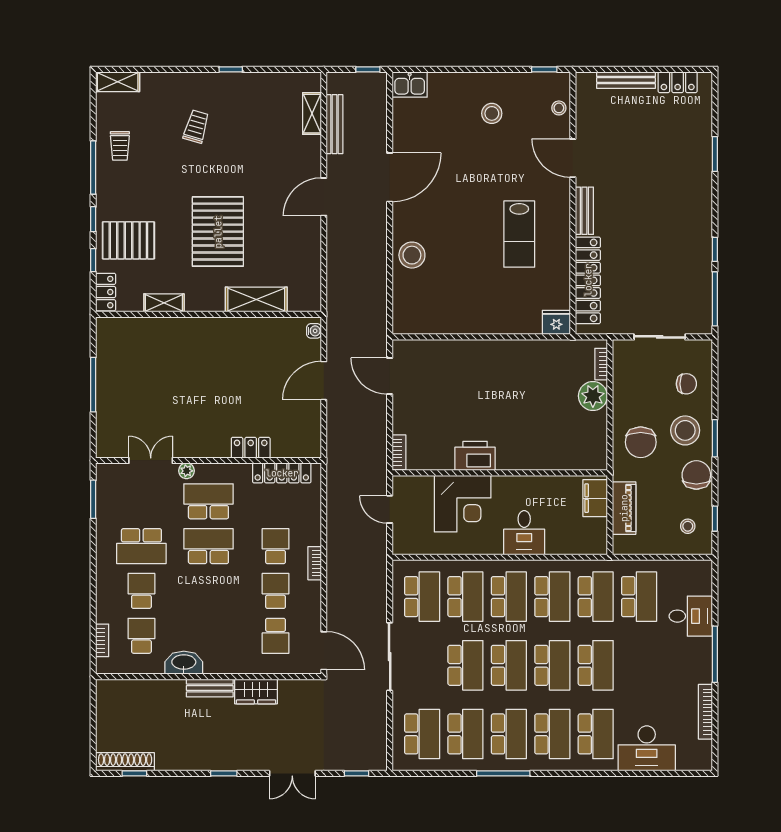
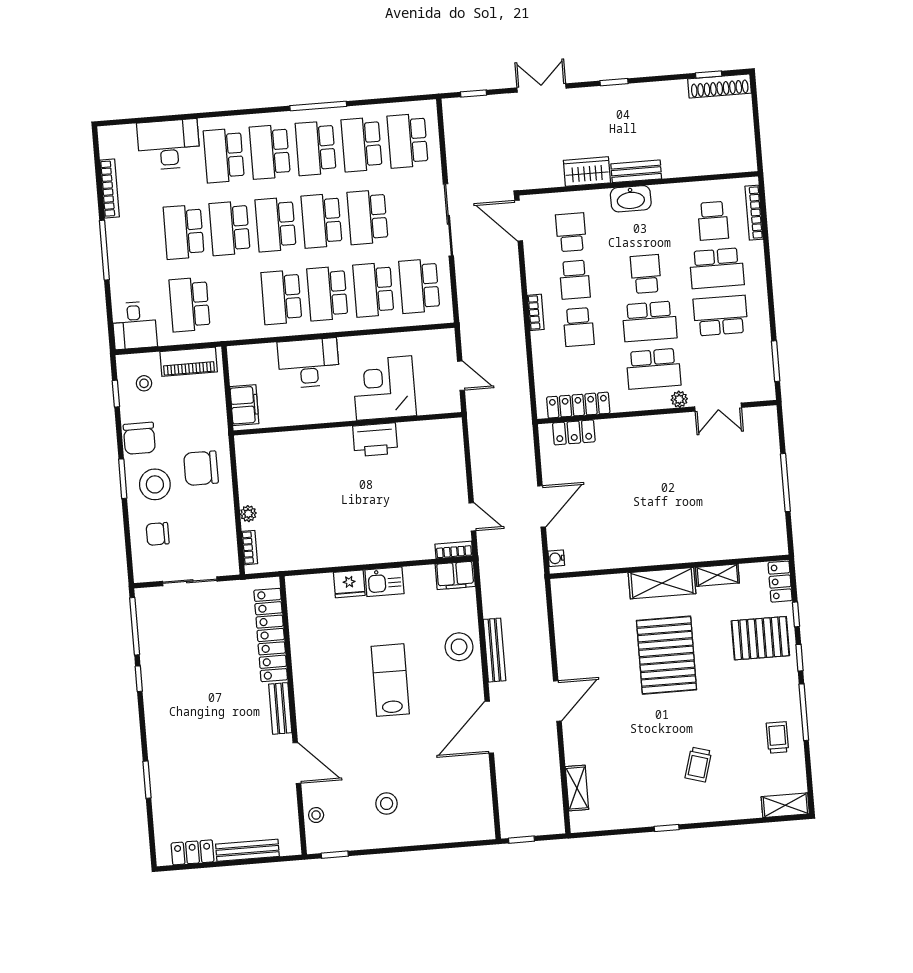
kitchen sink: (410, 85) -> (384, 582), moved, turned 180
bench: (334, 124) -> (494, 650), moved
lab bench: (519, 234) -> (390, 680), moved
shelving: (256, 299) -> (662, 583), moved
filing cabinet: (410, 322) -> (455, 575), added
fridge: (556, 322) -> (349, 584), moved
door: (390, 376) -> (472, 517), width x0.73
plant: (593, 396) -> (248, 514), width x0.53, depth x0.53
chair: (641, 442) -> (201, 468), turned -90
locker: (251, 448) -> (574, 432), moved
bookcase: (399, 452) -> (454, 550), moved, turned 90
piano: (624, 508) -> (189, 362), moved, turned -90
desk: (524, 533) -> (309, 363), width x1.37
school desk: (141, 591) -> (717, 268), width x1.85
school desk: (208, 591) -> (646, 274), added
school desk: (596, 597) -> (184, 232), moved
desk: (691, 616) -> (134, 325), moved, turned -90
bookcase: (102, 640) -> (754, 213), width x1.56
washbasin: (184, 663) -> (631, 199), moved

